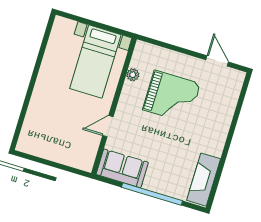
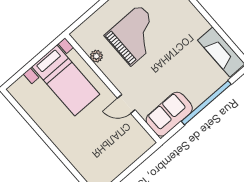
door: (108, 126) -> (126, 104), hinge flipped

